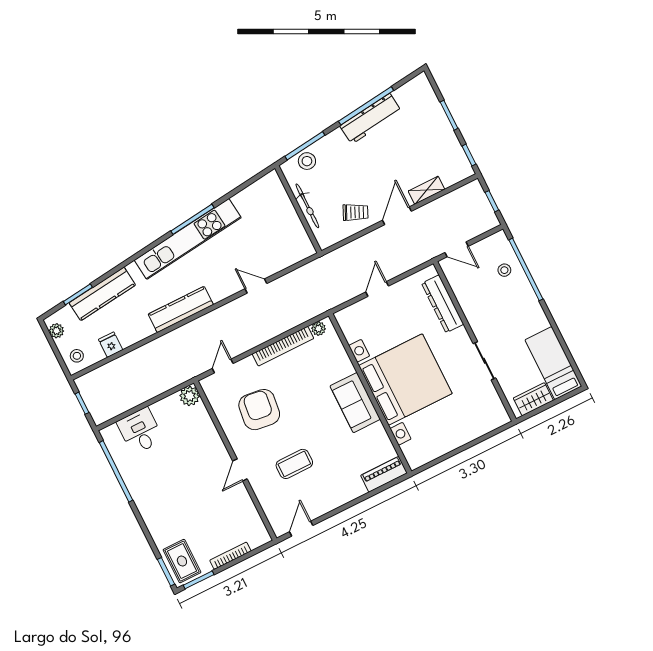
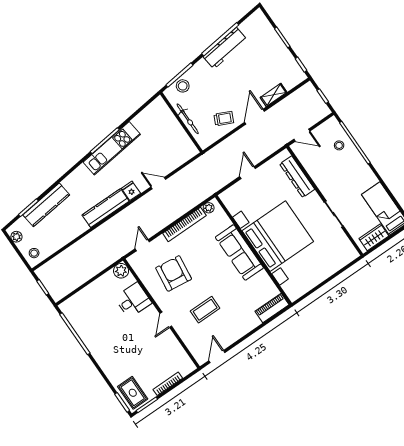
kitchen unit: (188, 239) -> (112, 148), width x0.73
fridge: (111, 345) -> (131, 191), moved
sofa: (355, 403) -> (239, 252), width x1.36
desk: (140, 431) -> (133, 300), moved, turned 90

